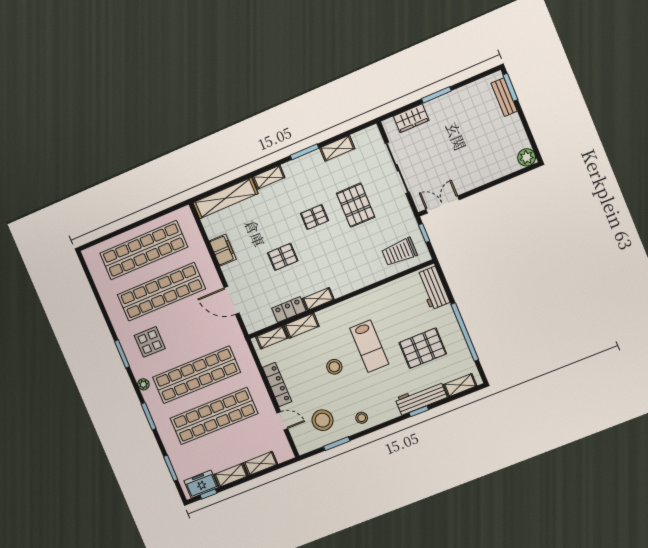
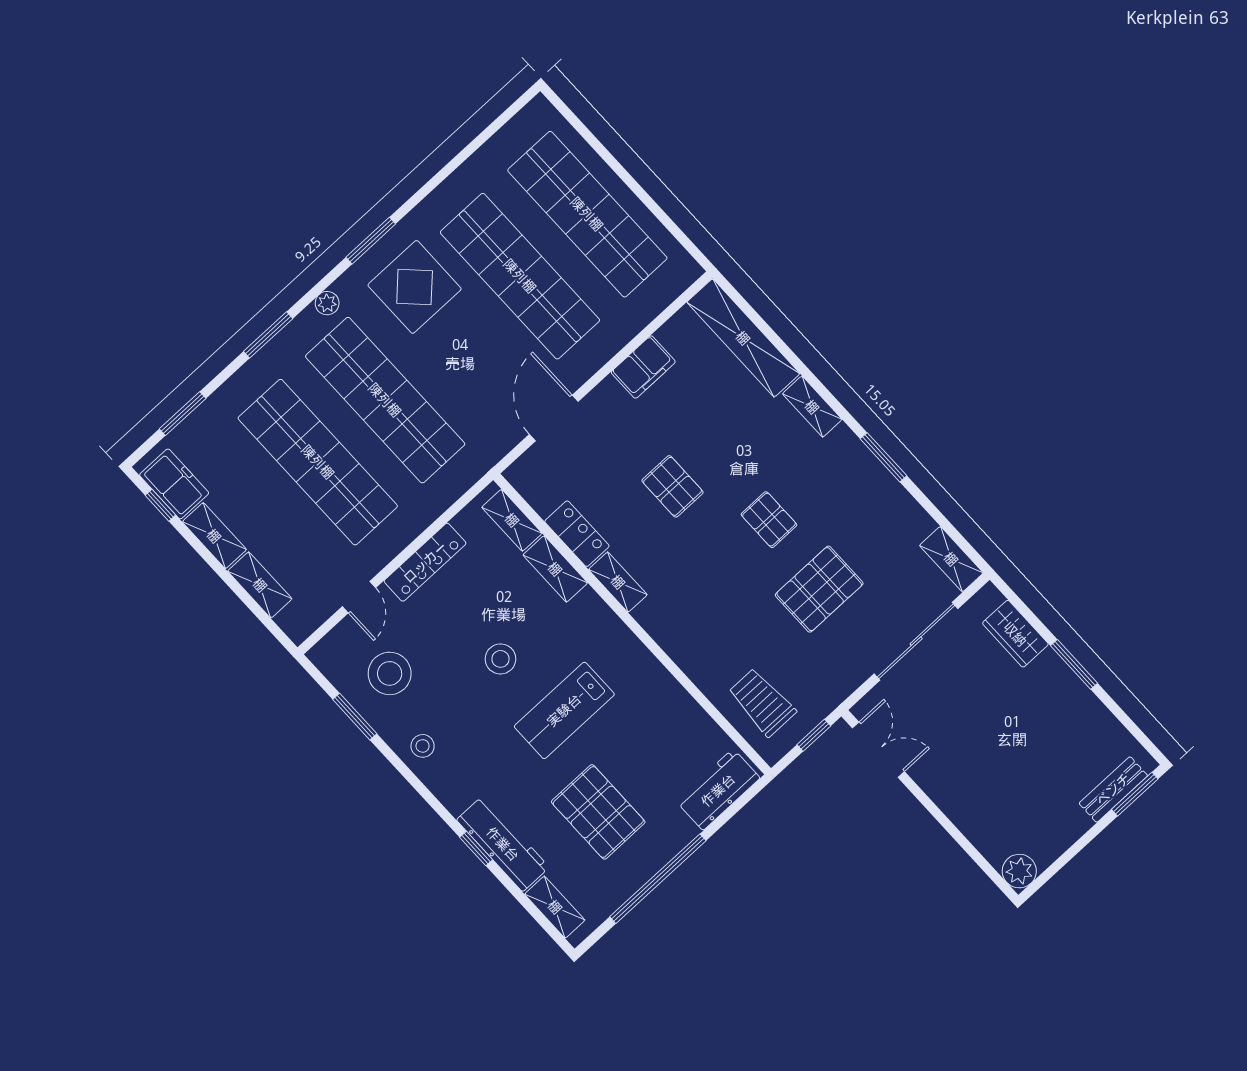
shelving: (337, 148) -> (951, 559), moved
display table: (150, 342) -> (415, 287), width x1.36, depth x1.36

